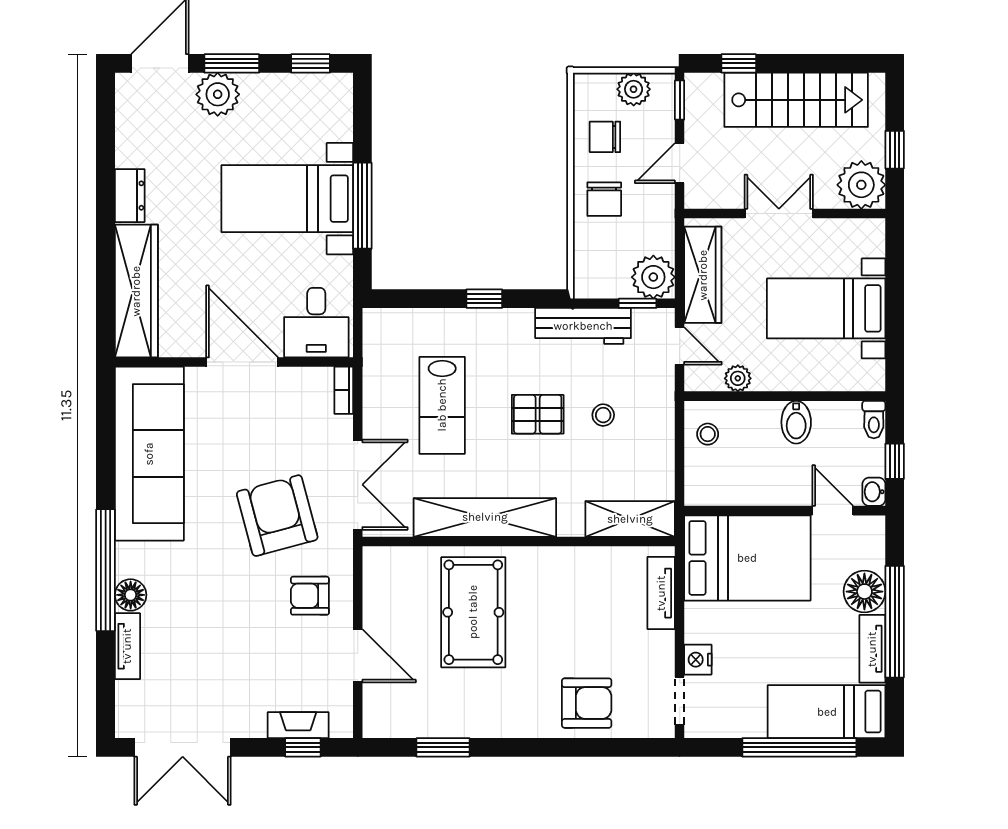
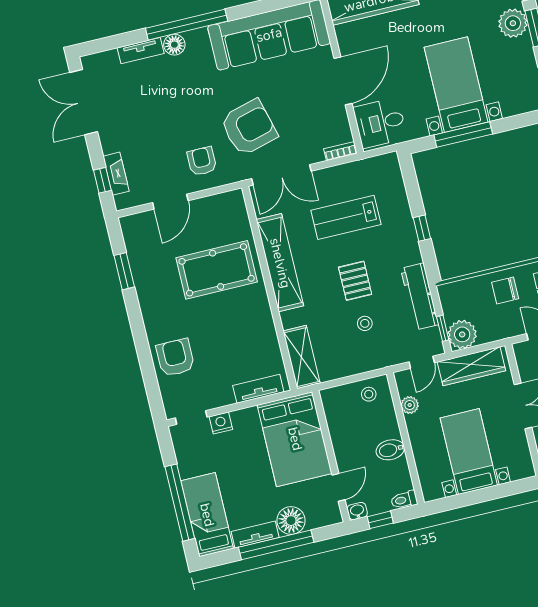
armchair: (587, 703) -> (175, 358), turned 180

